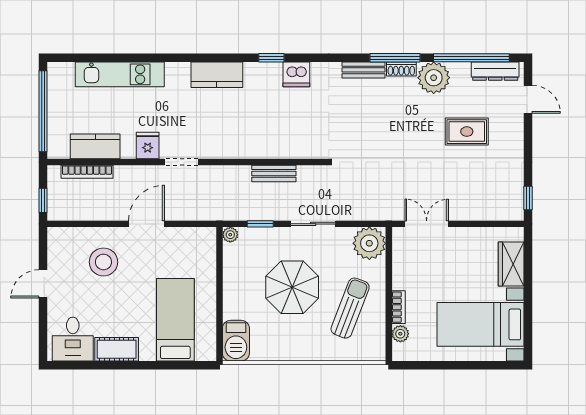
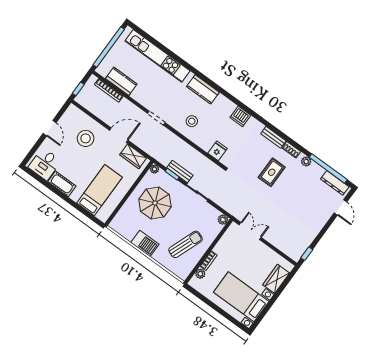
window: (271, 58) -> (234, 100), removed
window: (395, 58) -> (292, 142), removed
kitchen unit: (120, 74) -> (157, 56), width x1.36
plant: (434, 78) -> (306, 161), width x0.53, depth x0.53
stool: (234, 130) -> (192, 121), added
rug: (467, 132) -> (272, 172), moved, turned 90
fridge: (148, 145) -> (218, 151), moved
bench: (274, 173) -> (180, 171), moved
wardrobe: (188, 239) -> (133, 156), added
plant: (369, 243) -> (223, 220), width x0.53, depth x0.53
door: (43, 284) -> (50, 128), swing flipped
parasol: (292, 287) -> (155, 203), moved
barbecue: (236, 341) -> (145, 243), moved, turned -90

